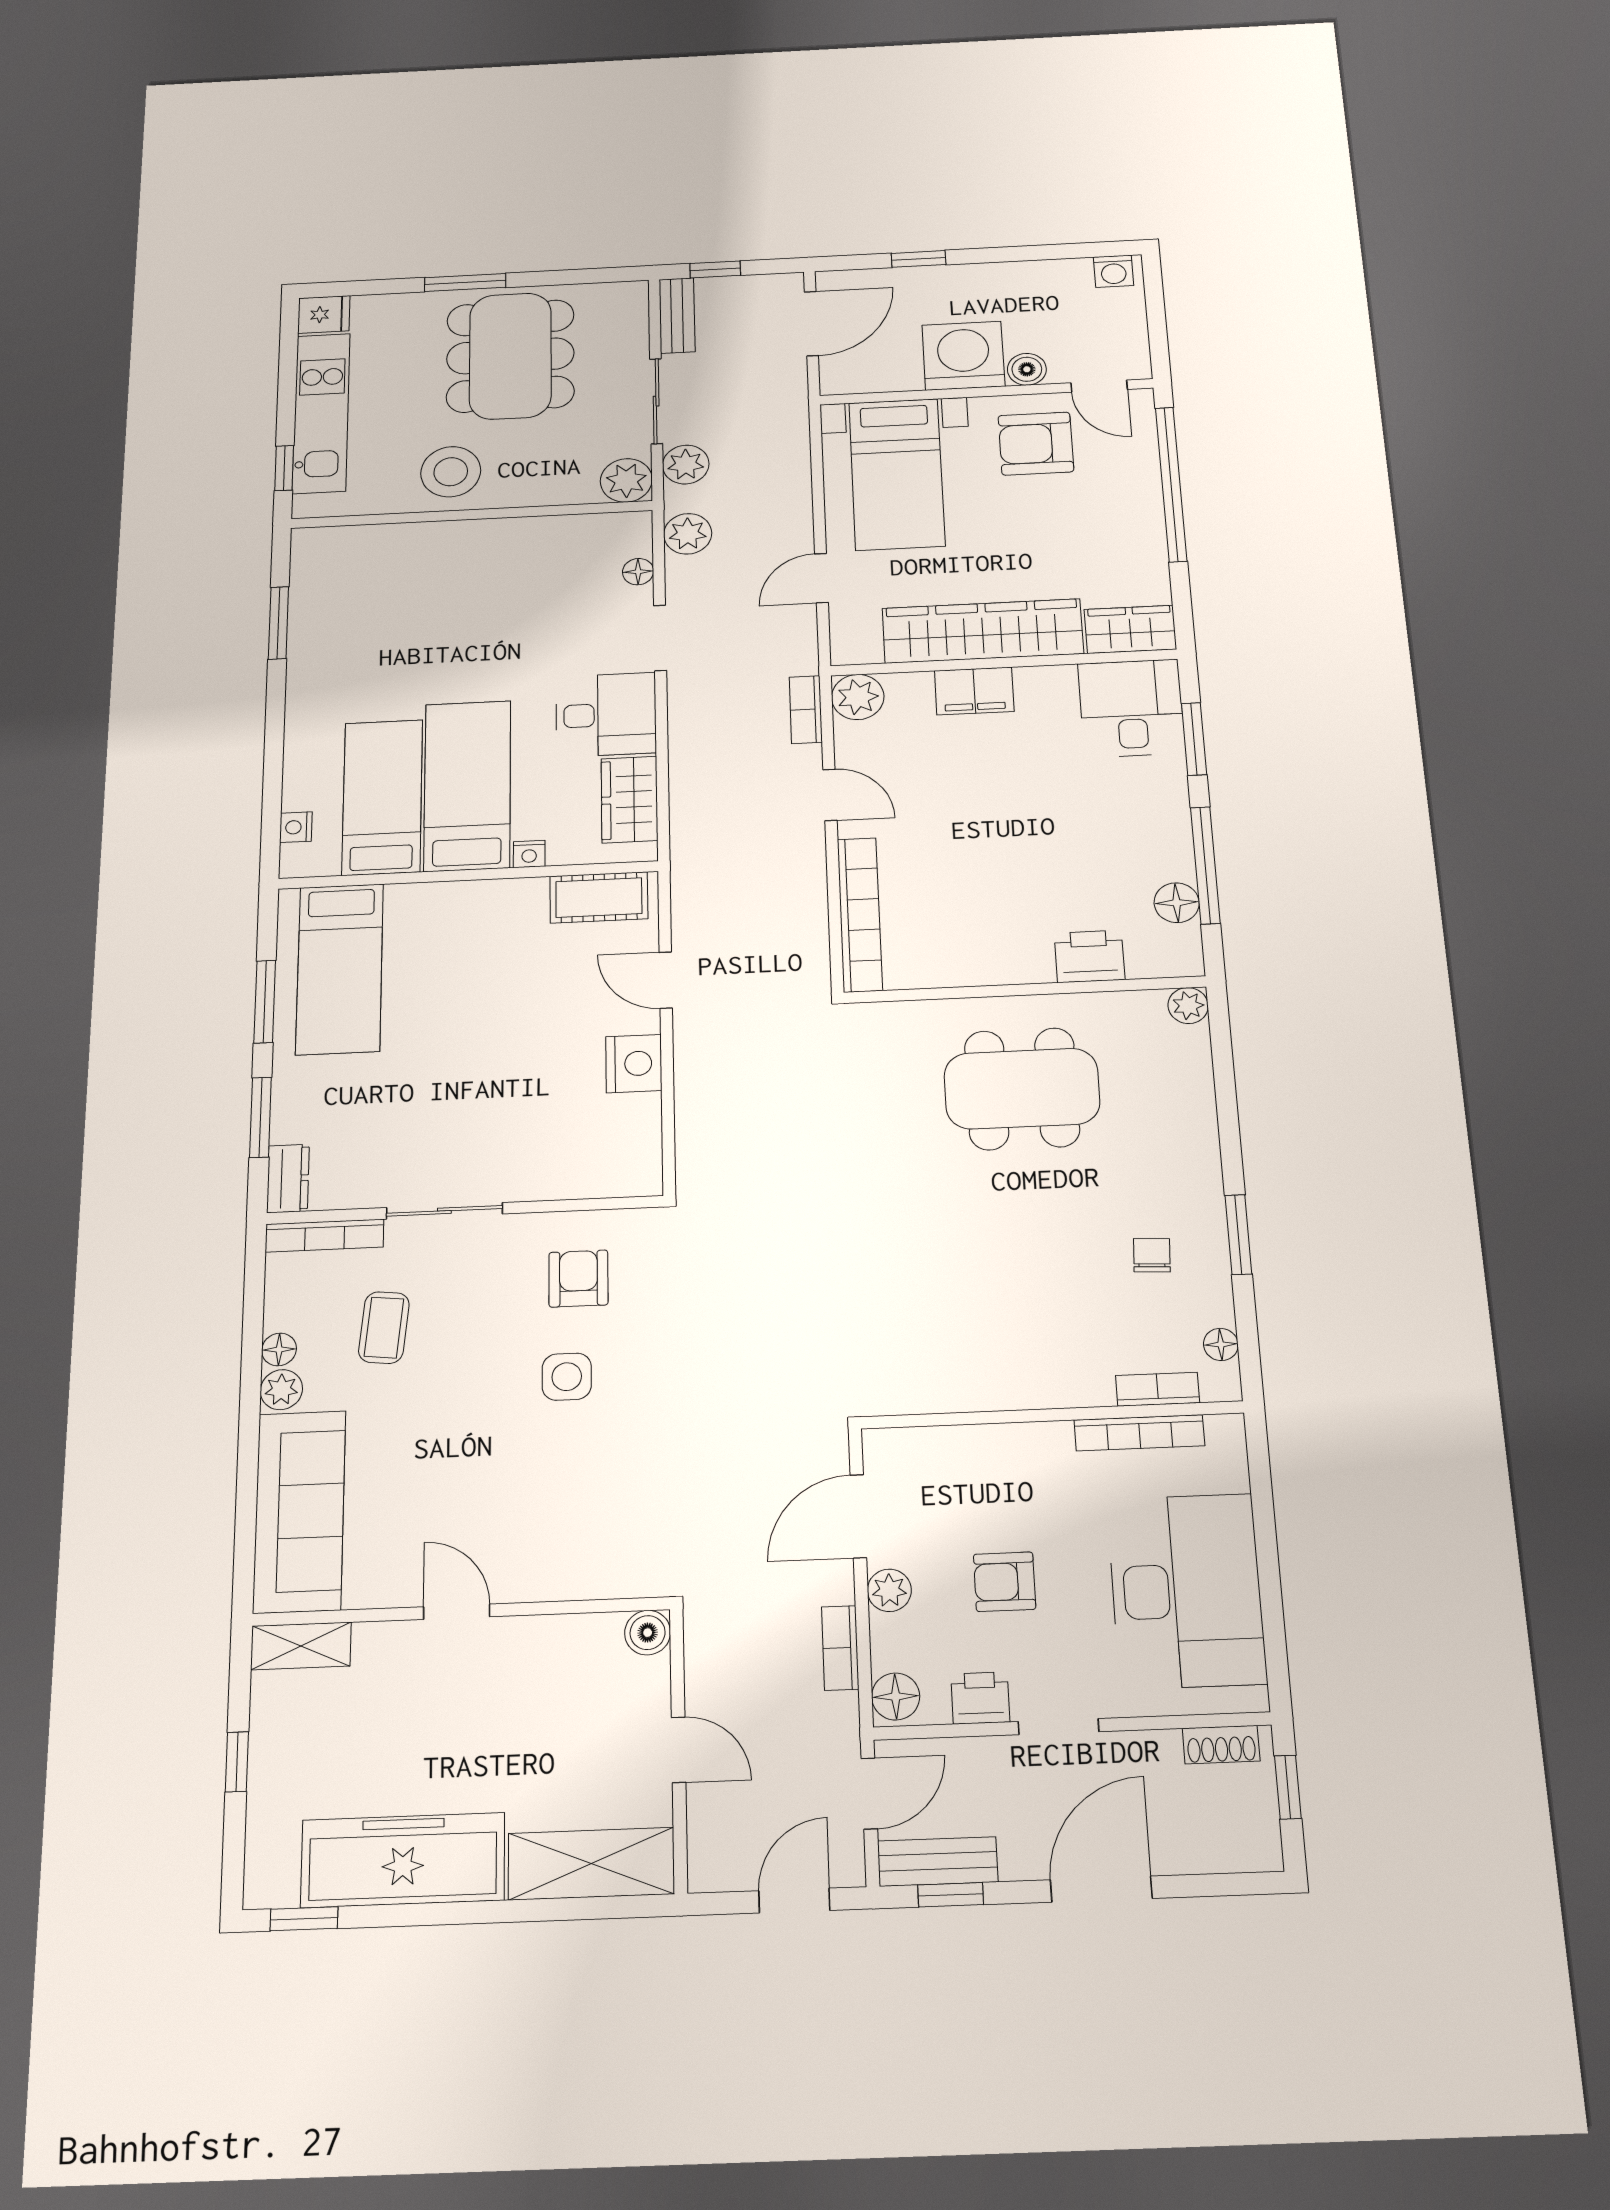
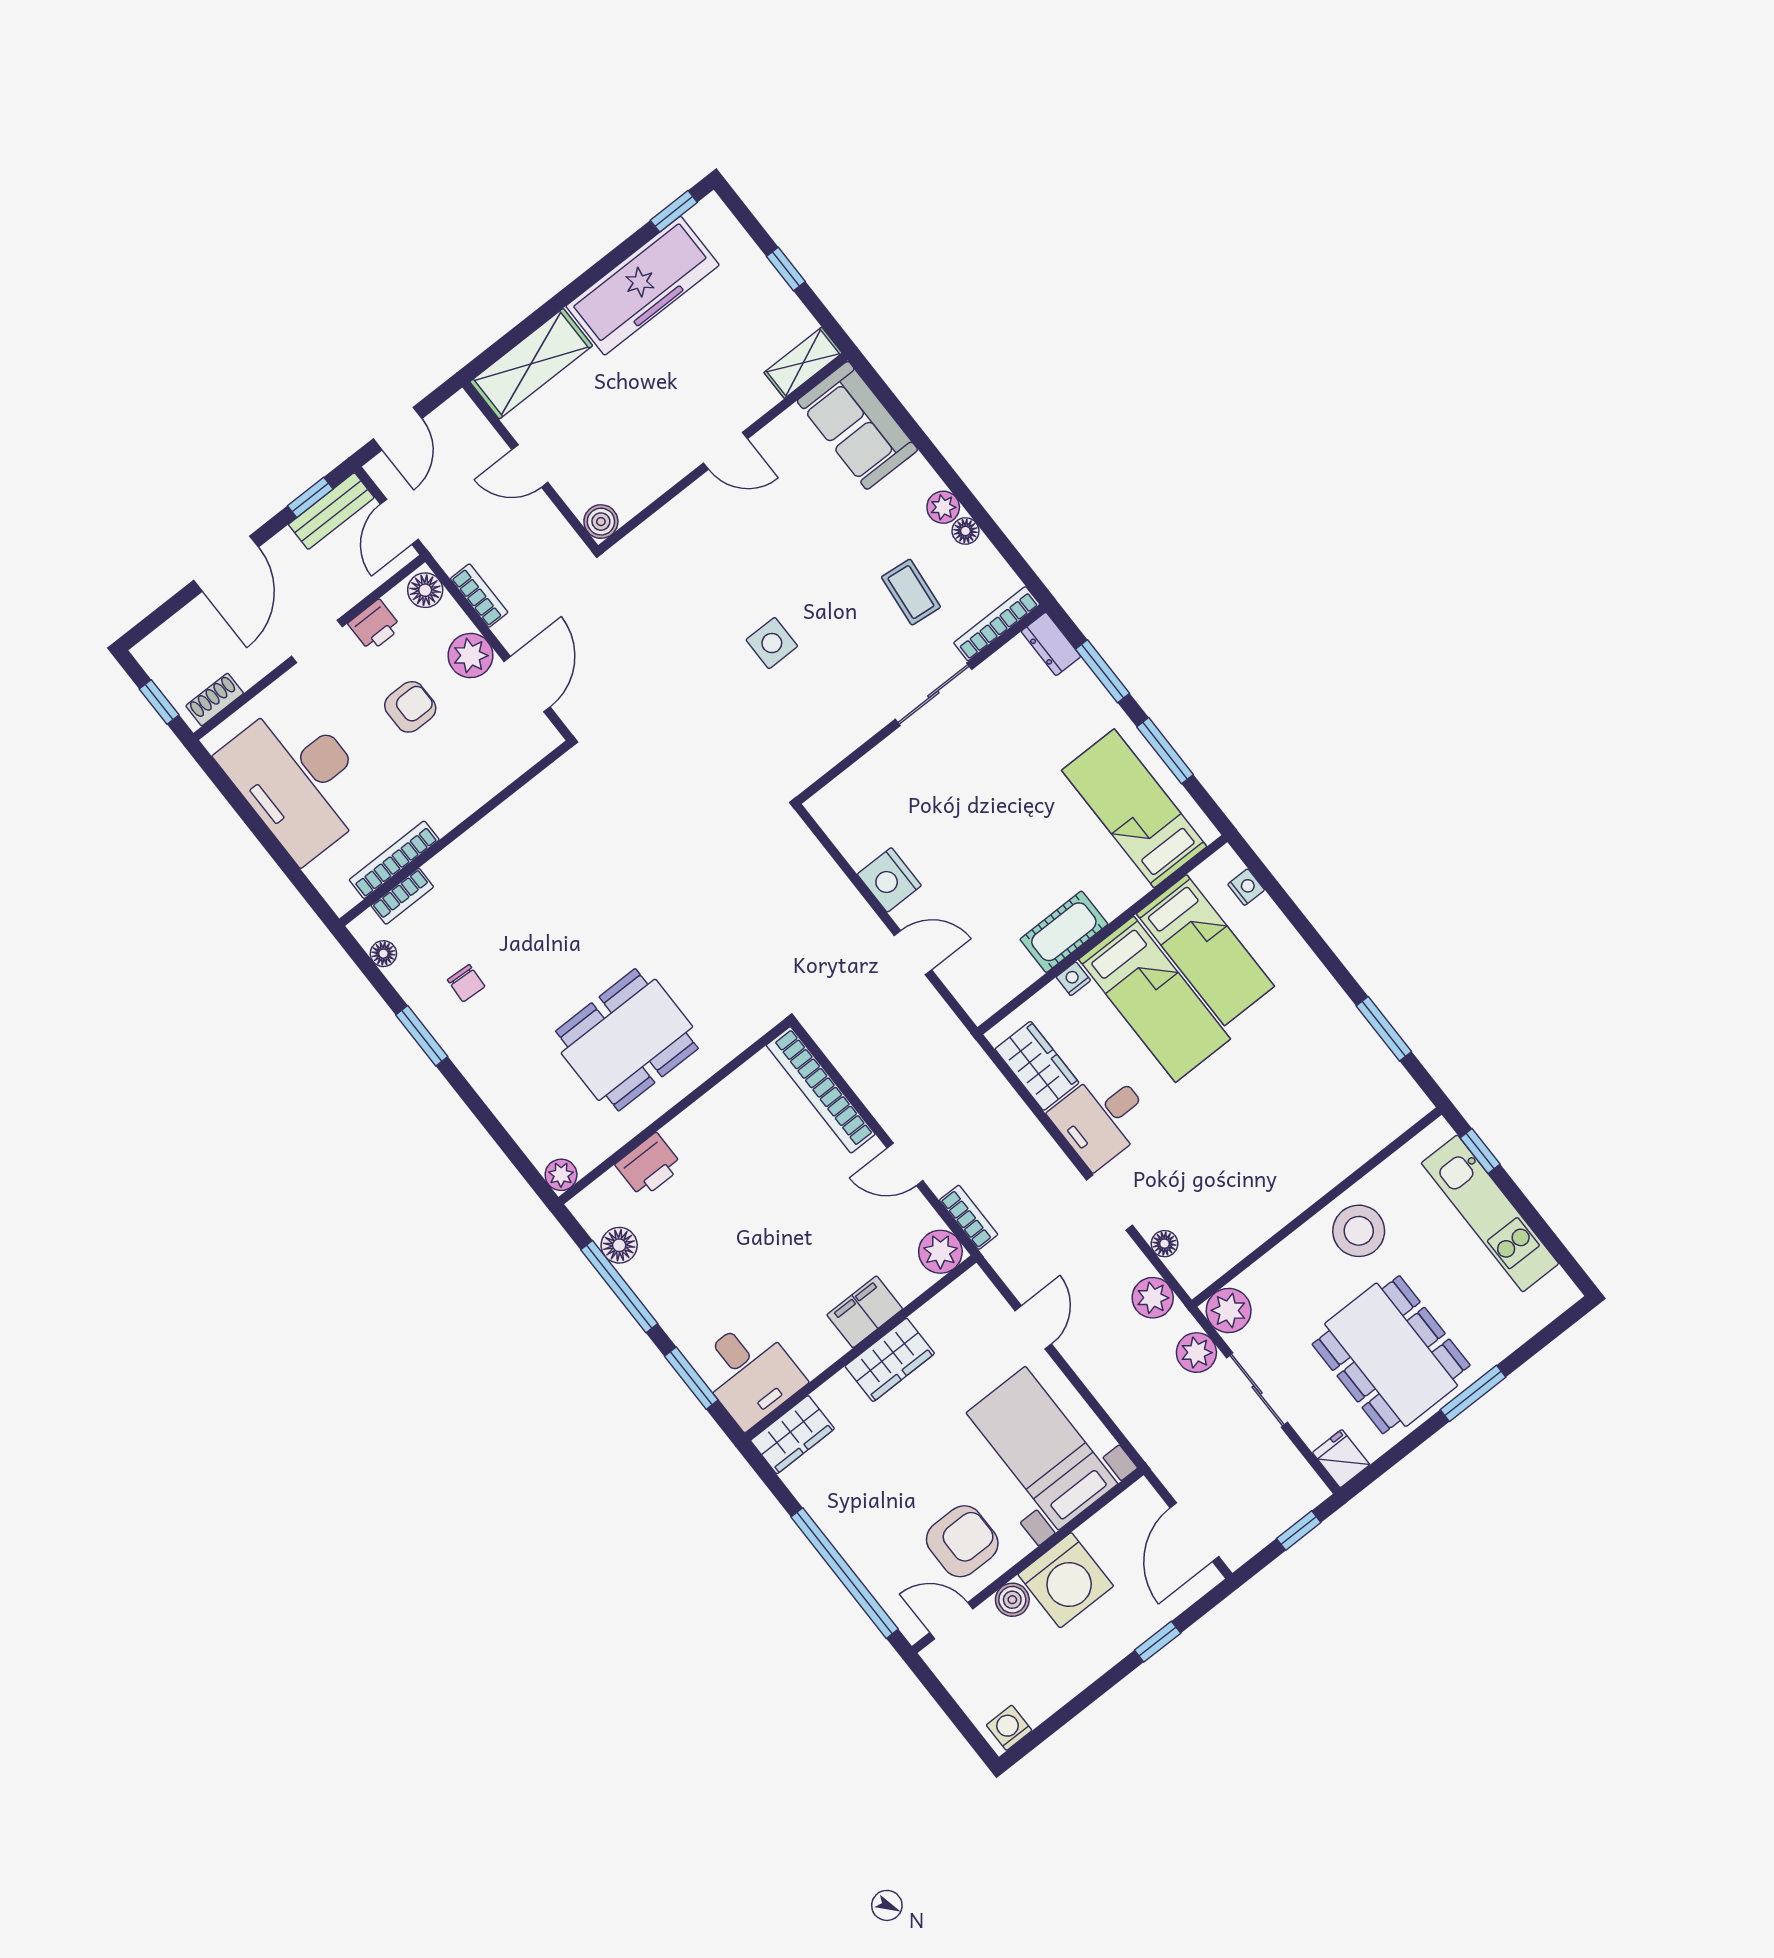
fridge: (324, 314) -> (1341, 1459), moved, turned 90
bench: (677, 315) -> (1297, 1472), removed
wardrobe: (983, 631) -> (890, 1360), width x0.48, depth x0.85
cot: (599, 897) -> (1064, 932), moved
armchair: (578, 1279) -> (814, 711), removed
sofa: (300, 1511) -> (857, 425), width x0.73
plant: (889, 1590) -> (471, 656), width x1.38, depth x1.38

